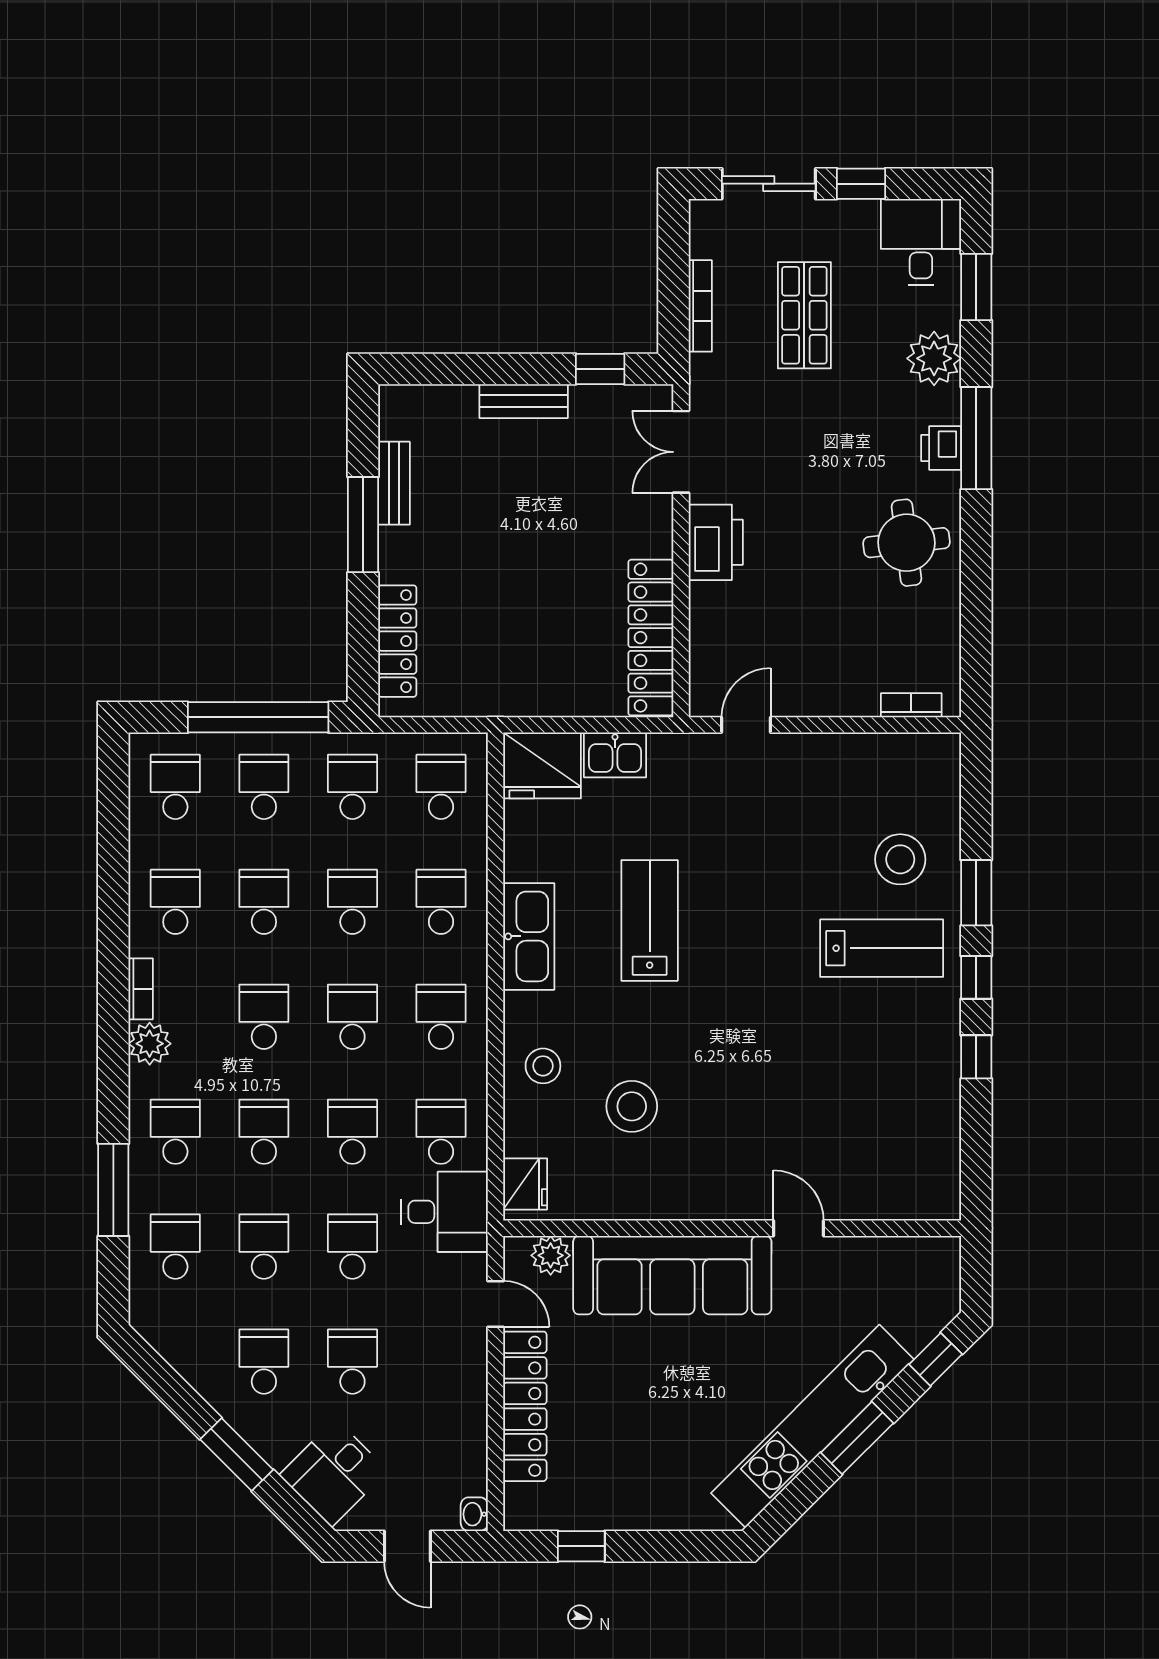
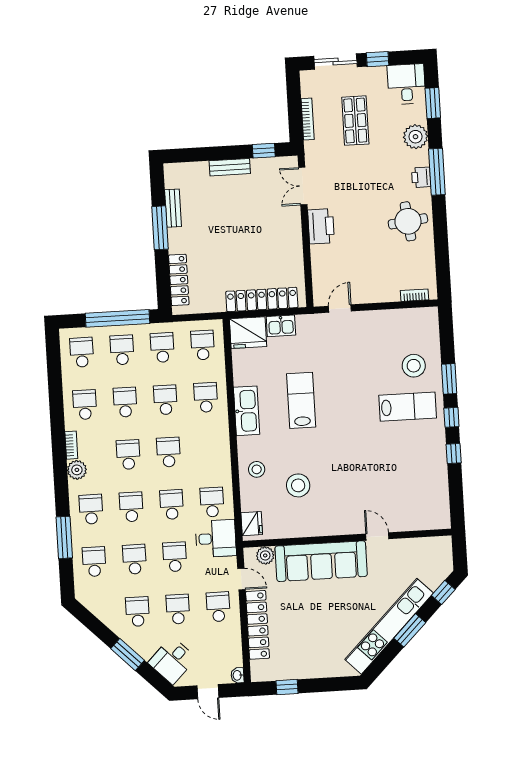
locker: (651, 638) -> (262, 299), moved, turned 90
school desk: (441, 1017) -> (218, 607), moved

